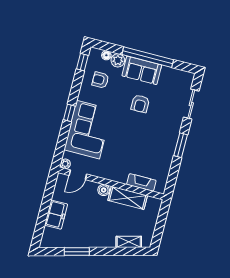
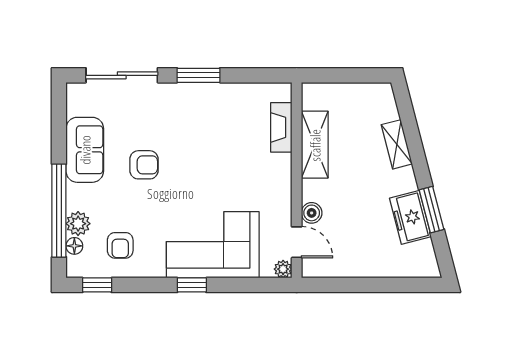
window: (148, 57) -> (59, 211), moved
sofa: (142, 70) -> (85, 150), moved
sliding door: (191, 104) -> (122, 75), width x1.37
boiler: (104, 190) -> (312, 213), moved
freezer: (56, 215) -> (410, 217), moved, turned -105
shelving: (129, 242) -> (397, 144), moved

